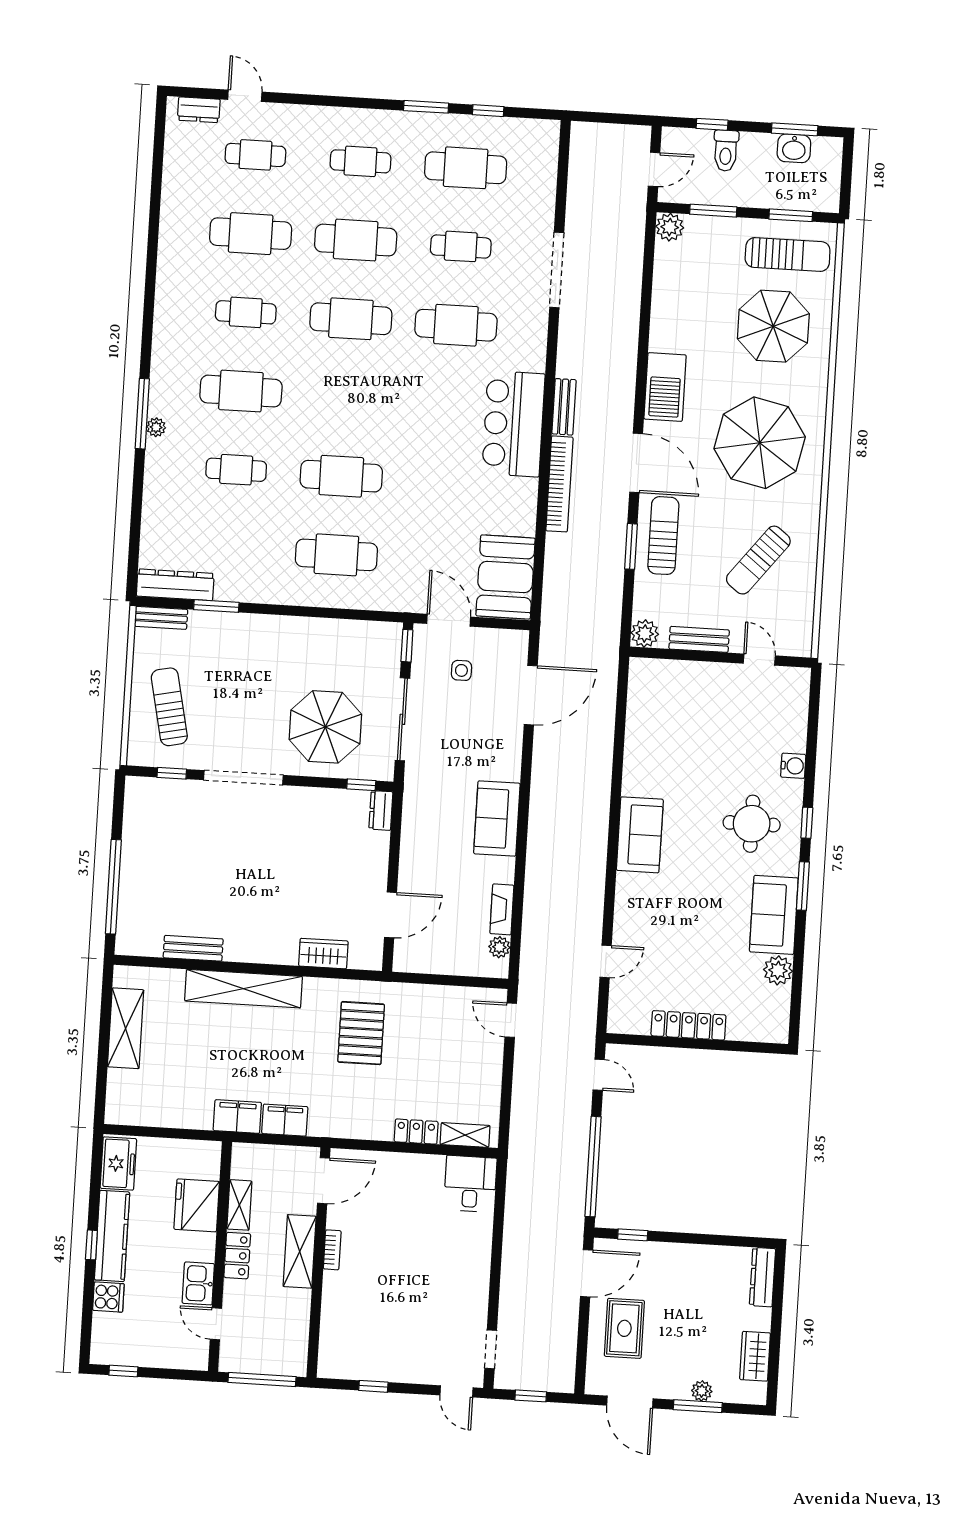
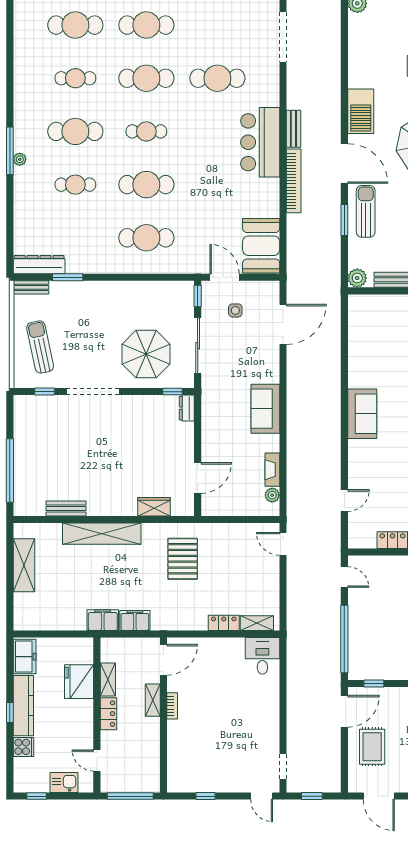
cafe table: (461, 246) -> (146, 131), moved
shelving: (300, 1251) -> (153, 700), width x0.67, depth x0.75
kitchen sink: (198, 1283) -> (64, 783), moved, turned 90

